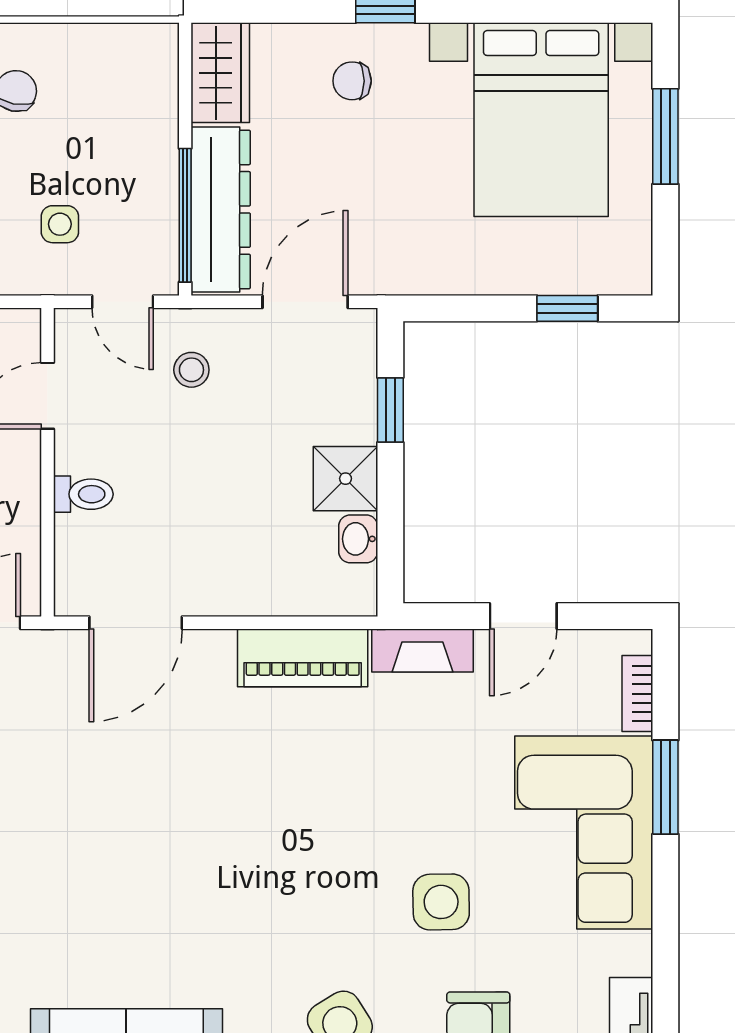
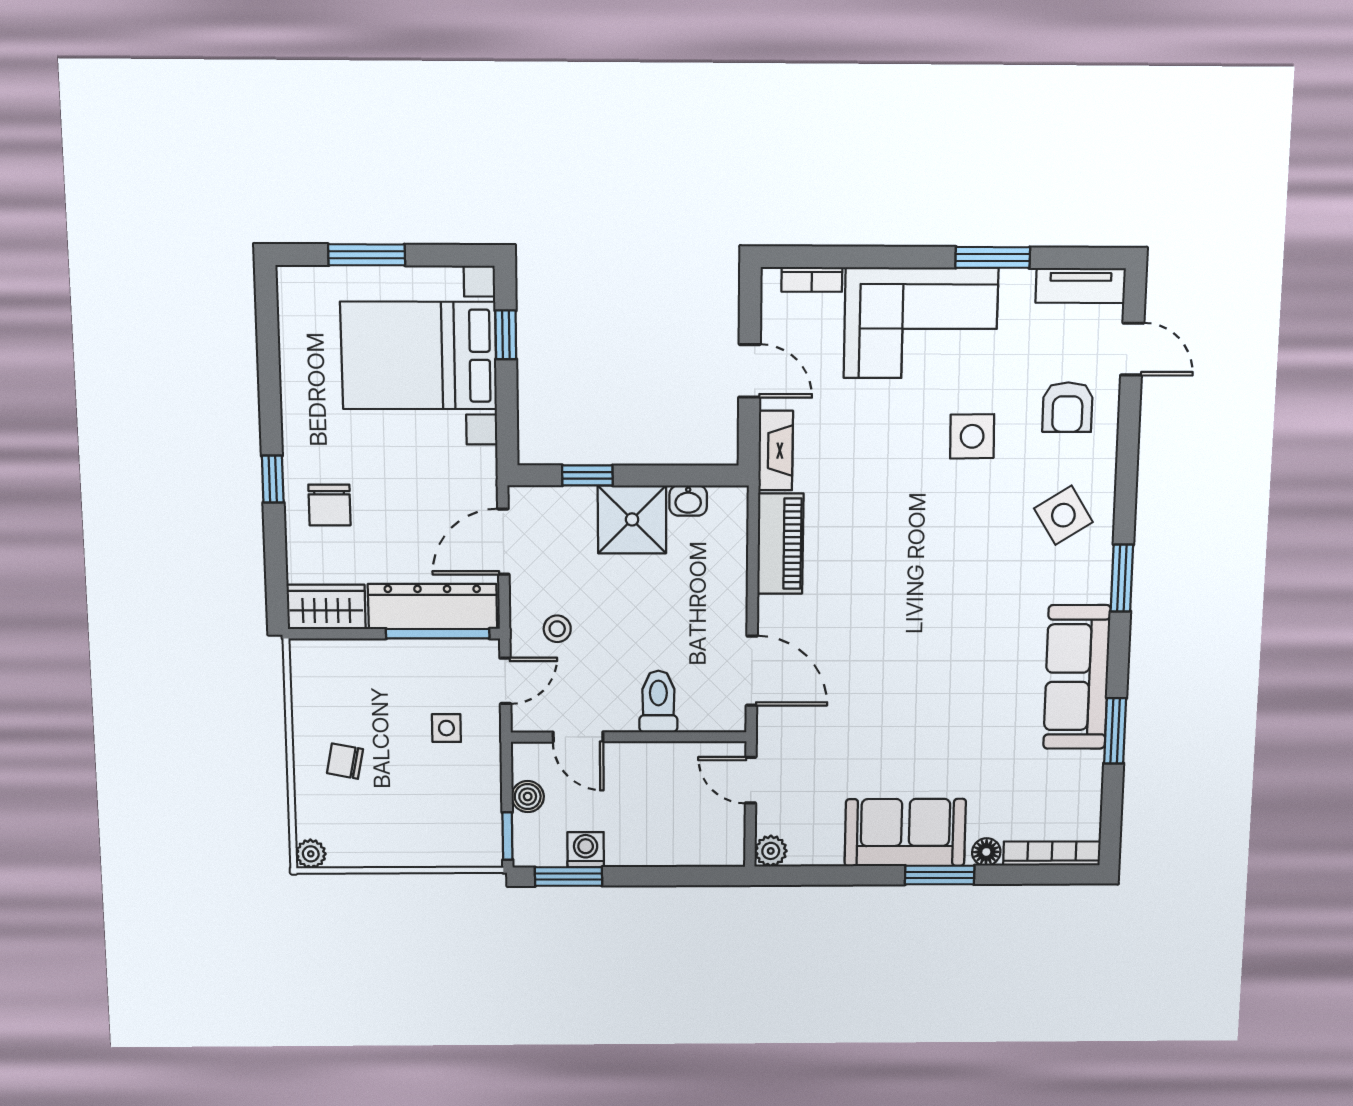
chair: (352, 81) -> (329, 505), width x1.37, depth x1.37
bed with nightstands: (541, 120) -> (419, 356), moved, turned 180
door: (305, 302) -> (503, 542), hinge flipped
shower: (346, 479) -> (632, 519), width x1.36, depth x1.36
toilet: (83, 494) -> (658, 702), width x1.37, depth x1.39
window: (665, 787) -> (993, 257), moved

